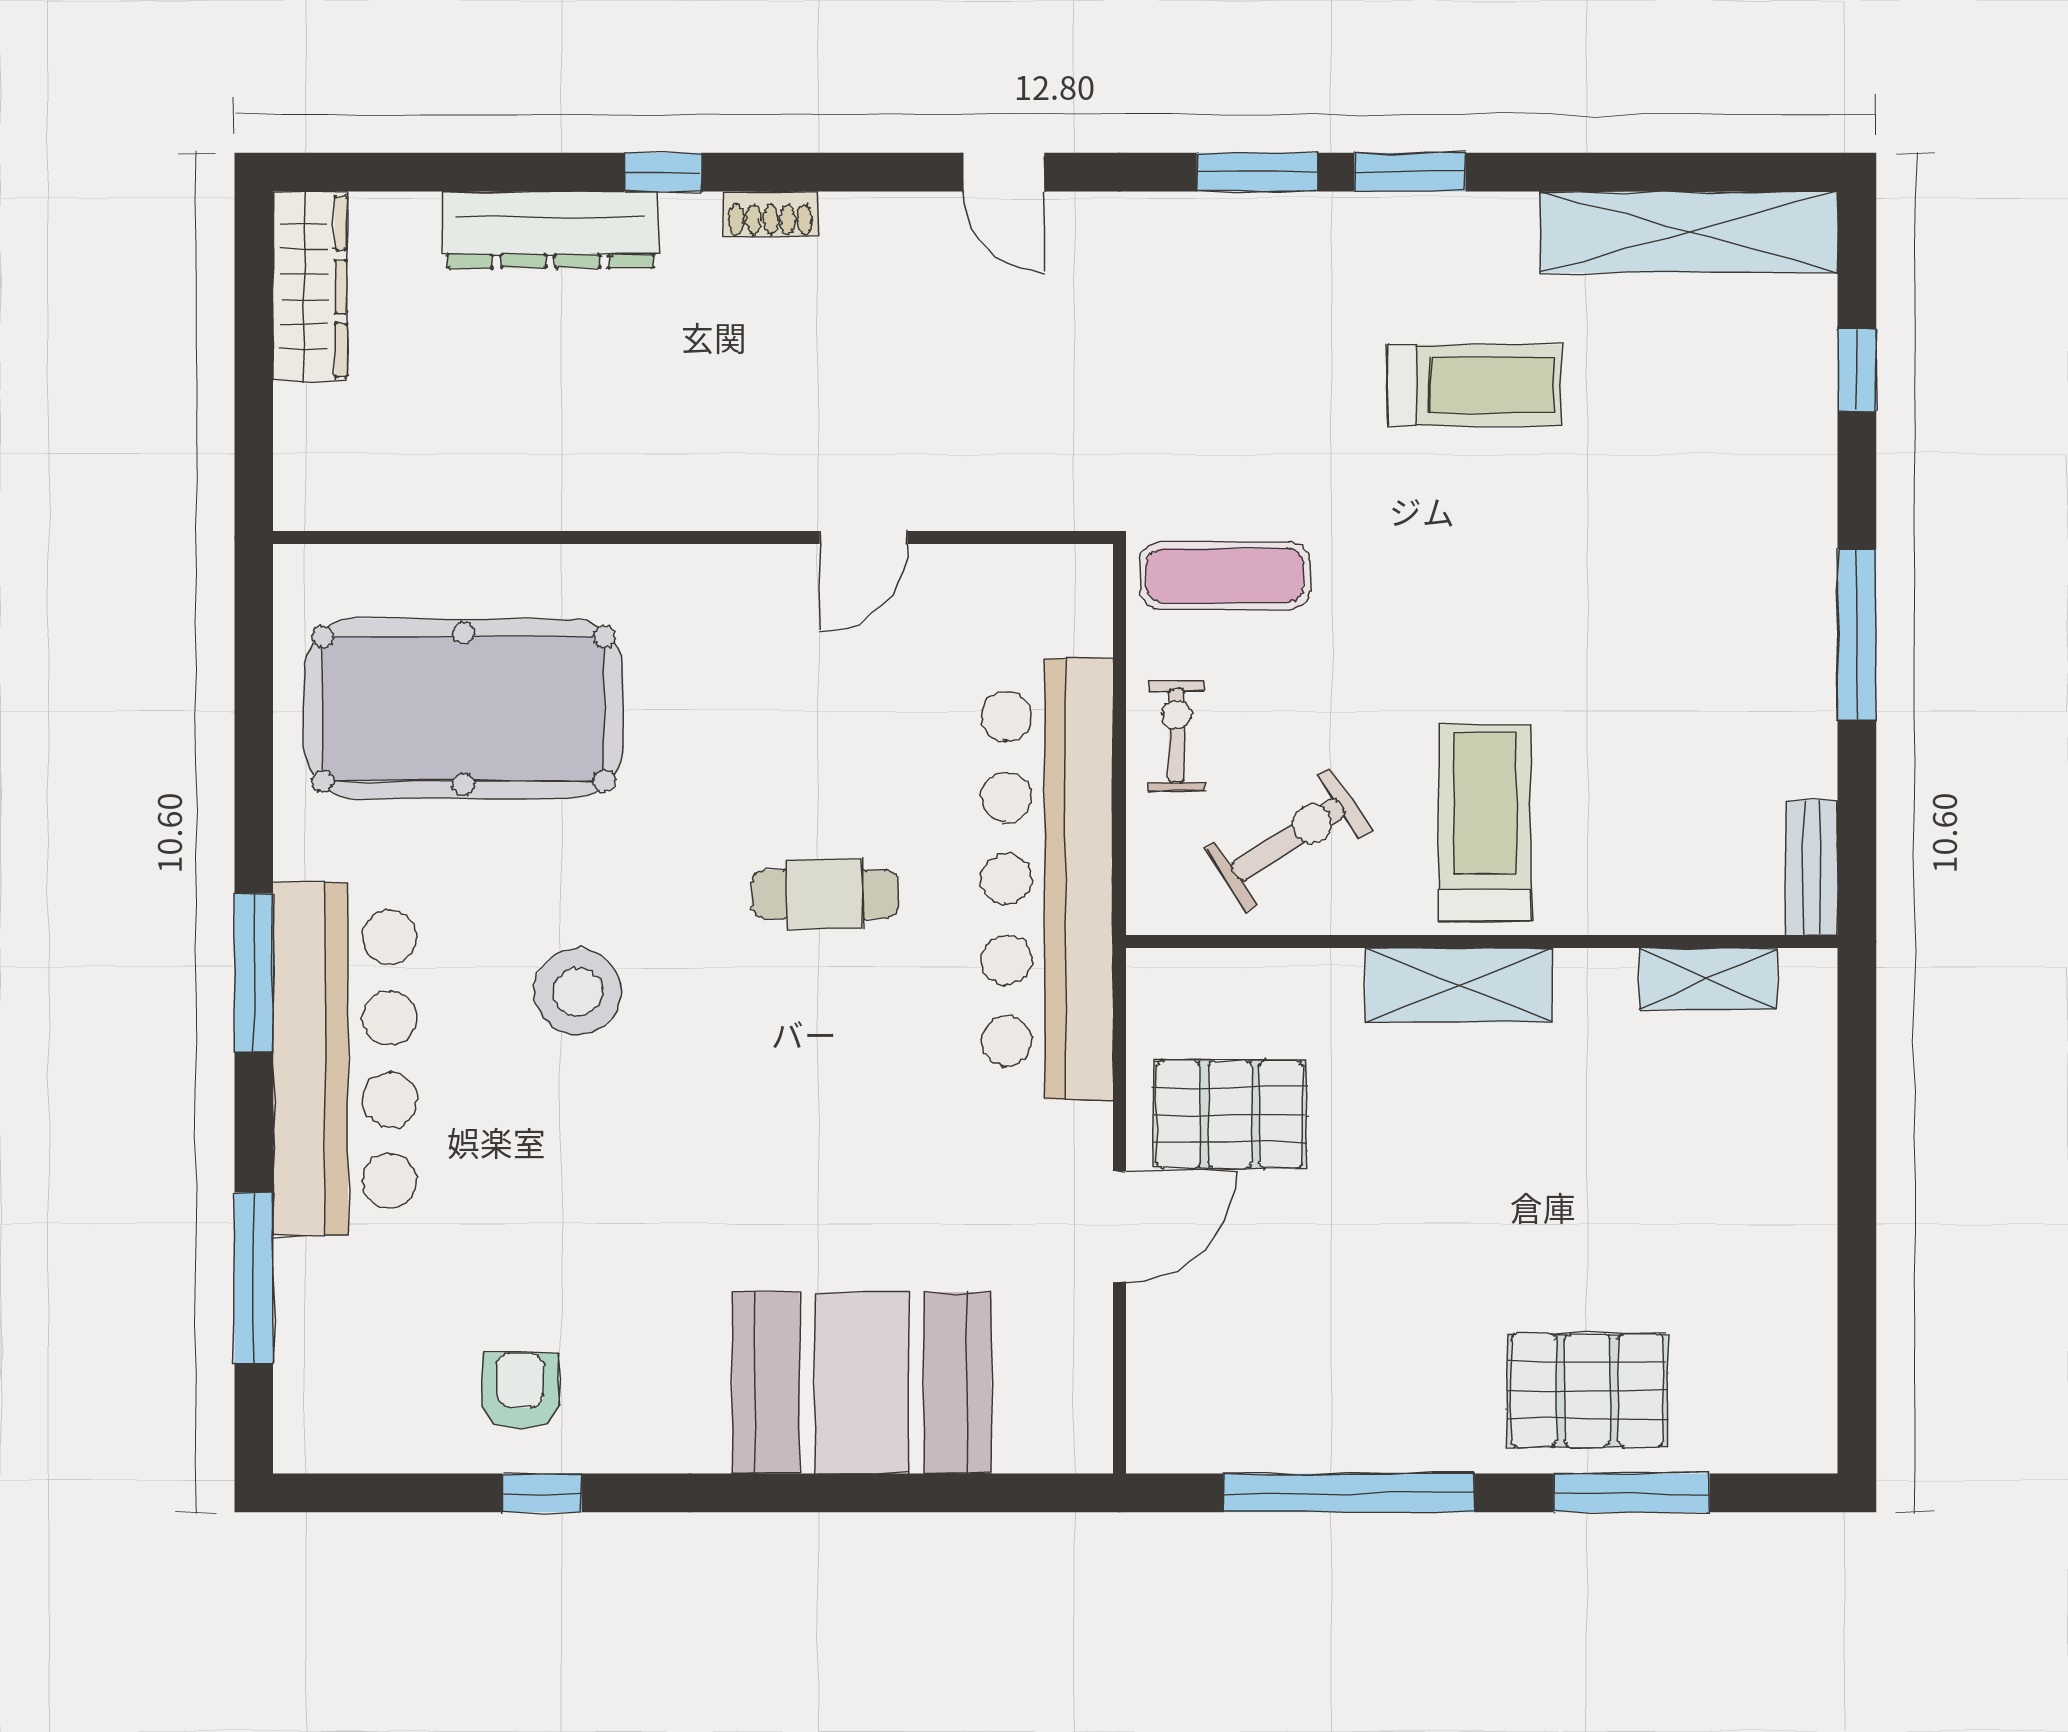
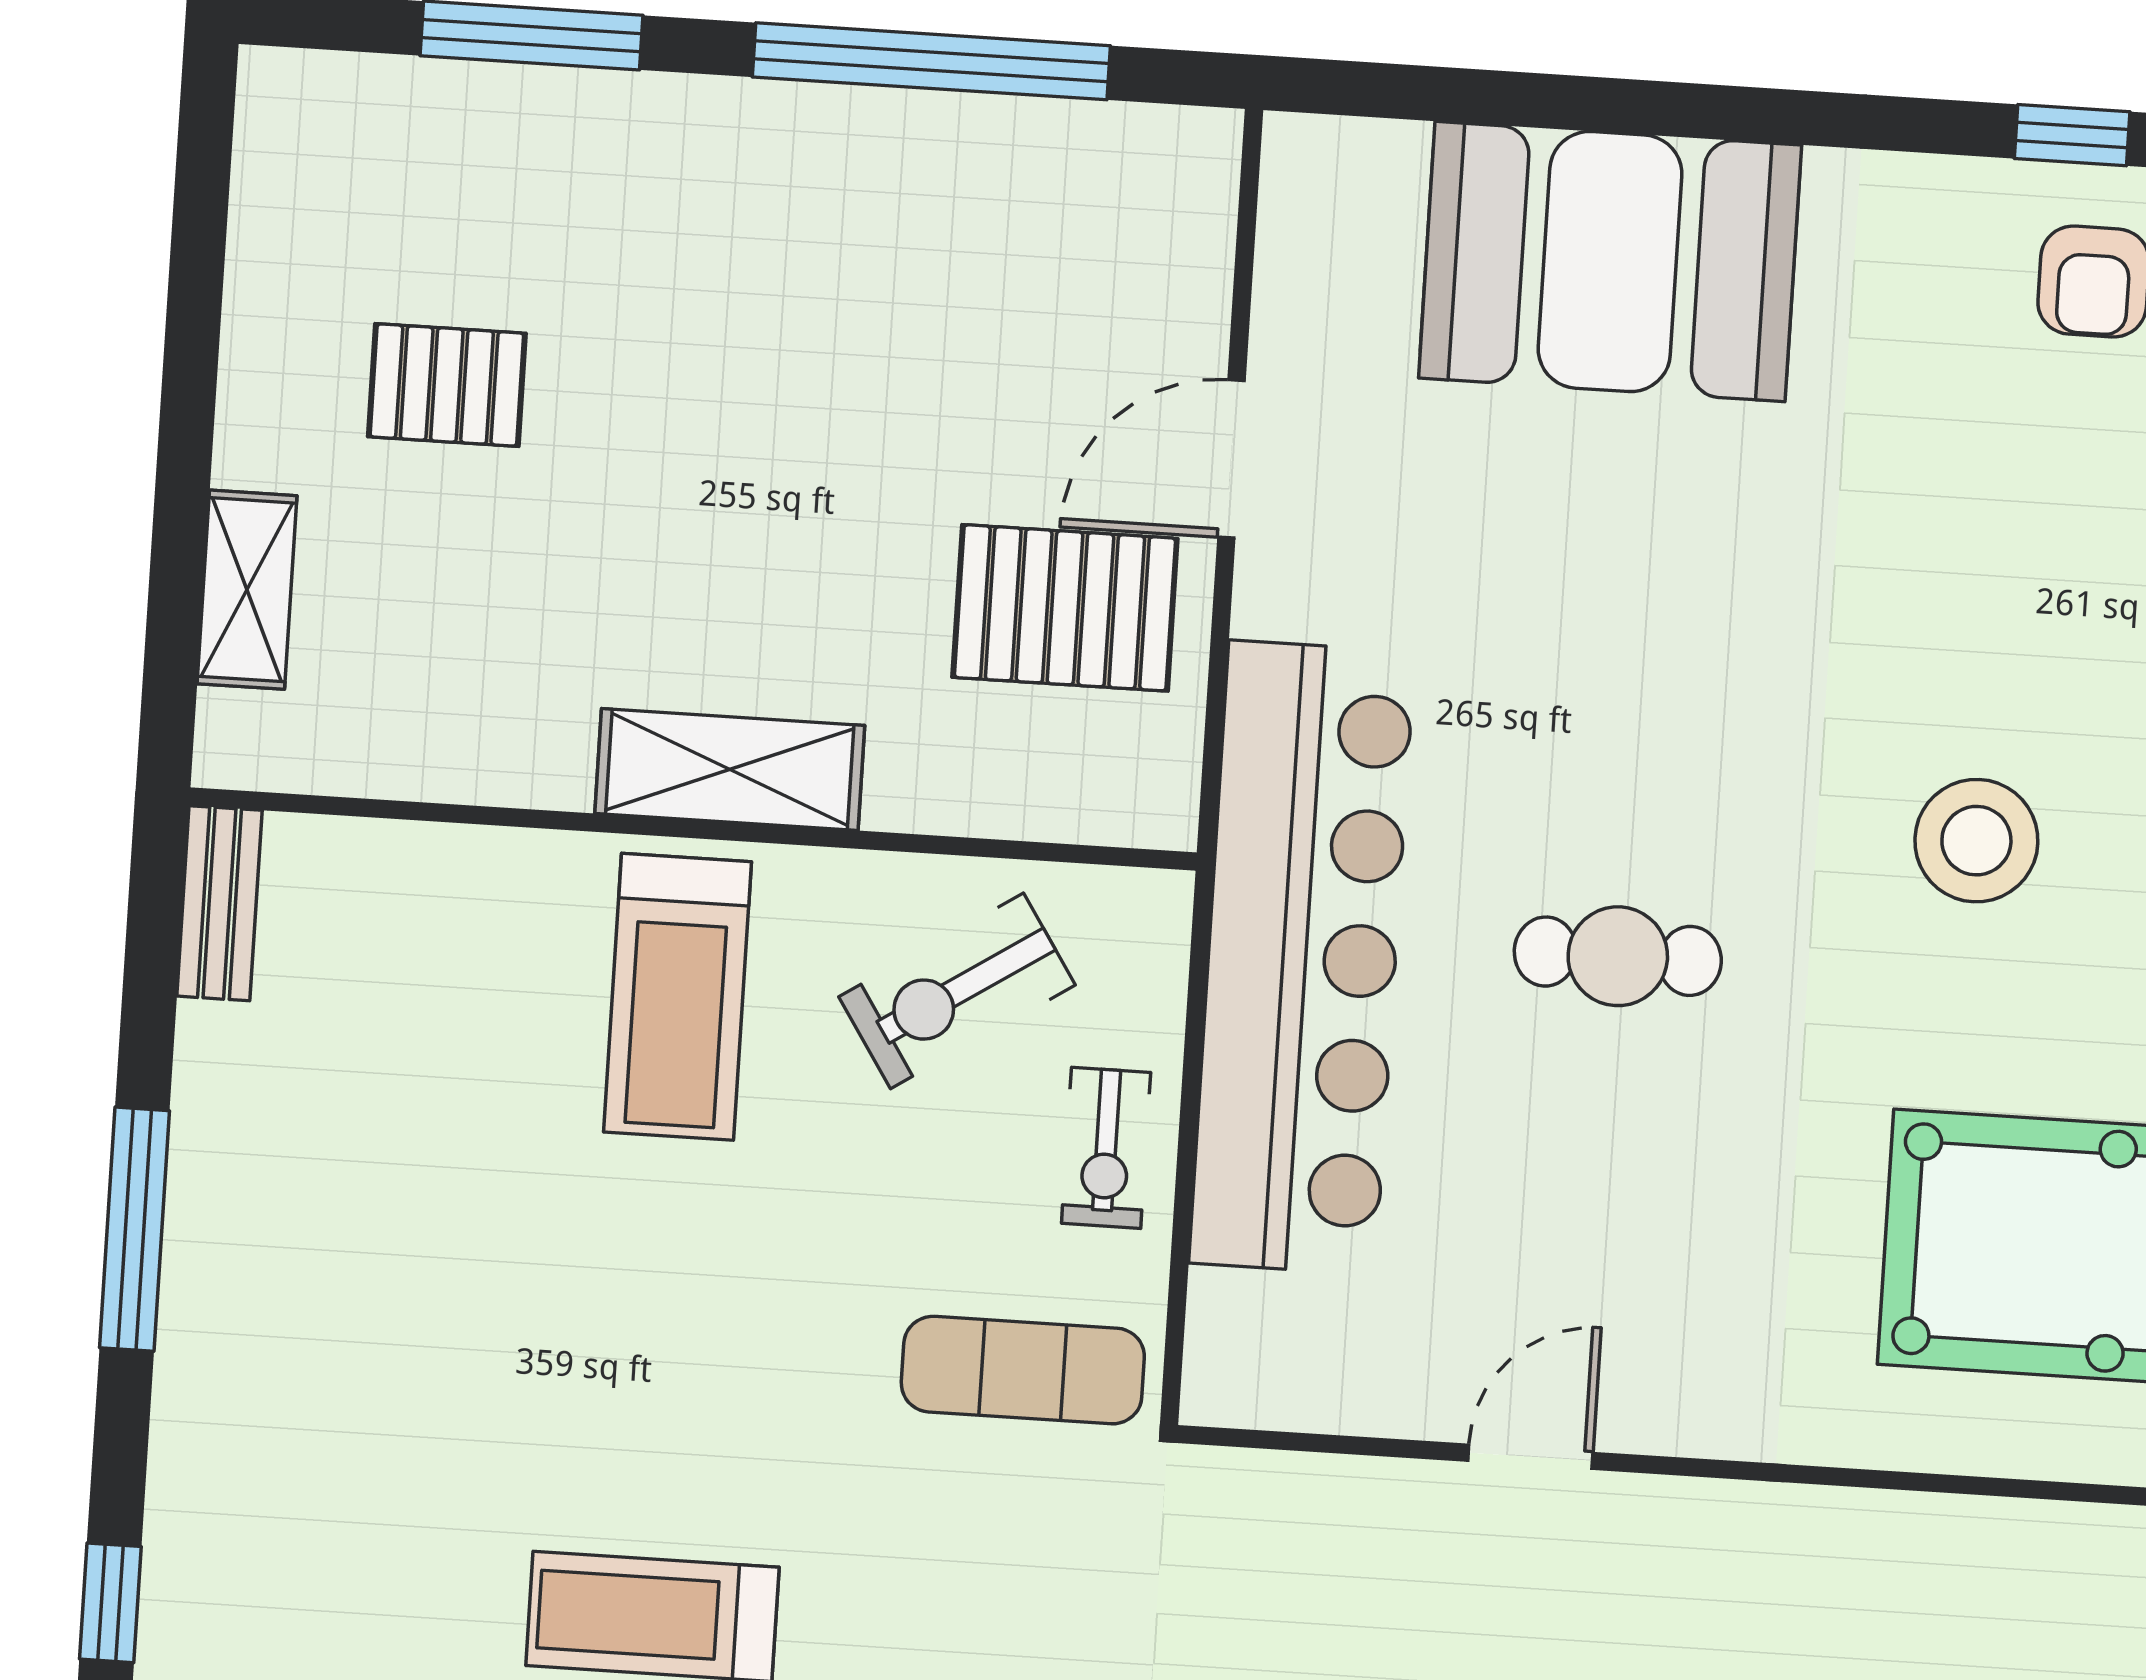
shelving: (1708, 979) -> (247, 590), moved, turned 90
pallet: (1587, 1390) -> (447, 385), moved, width x0.67, depth x0.71

